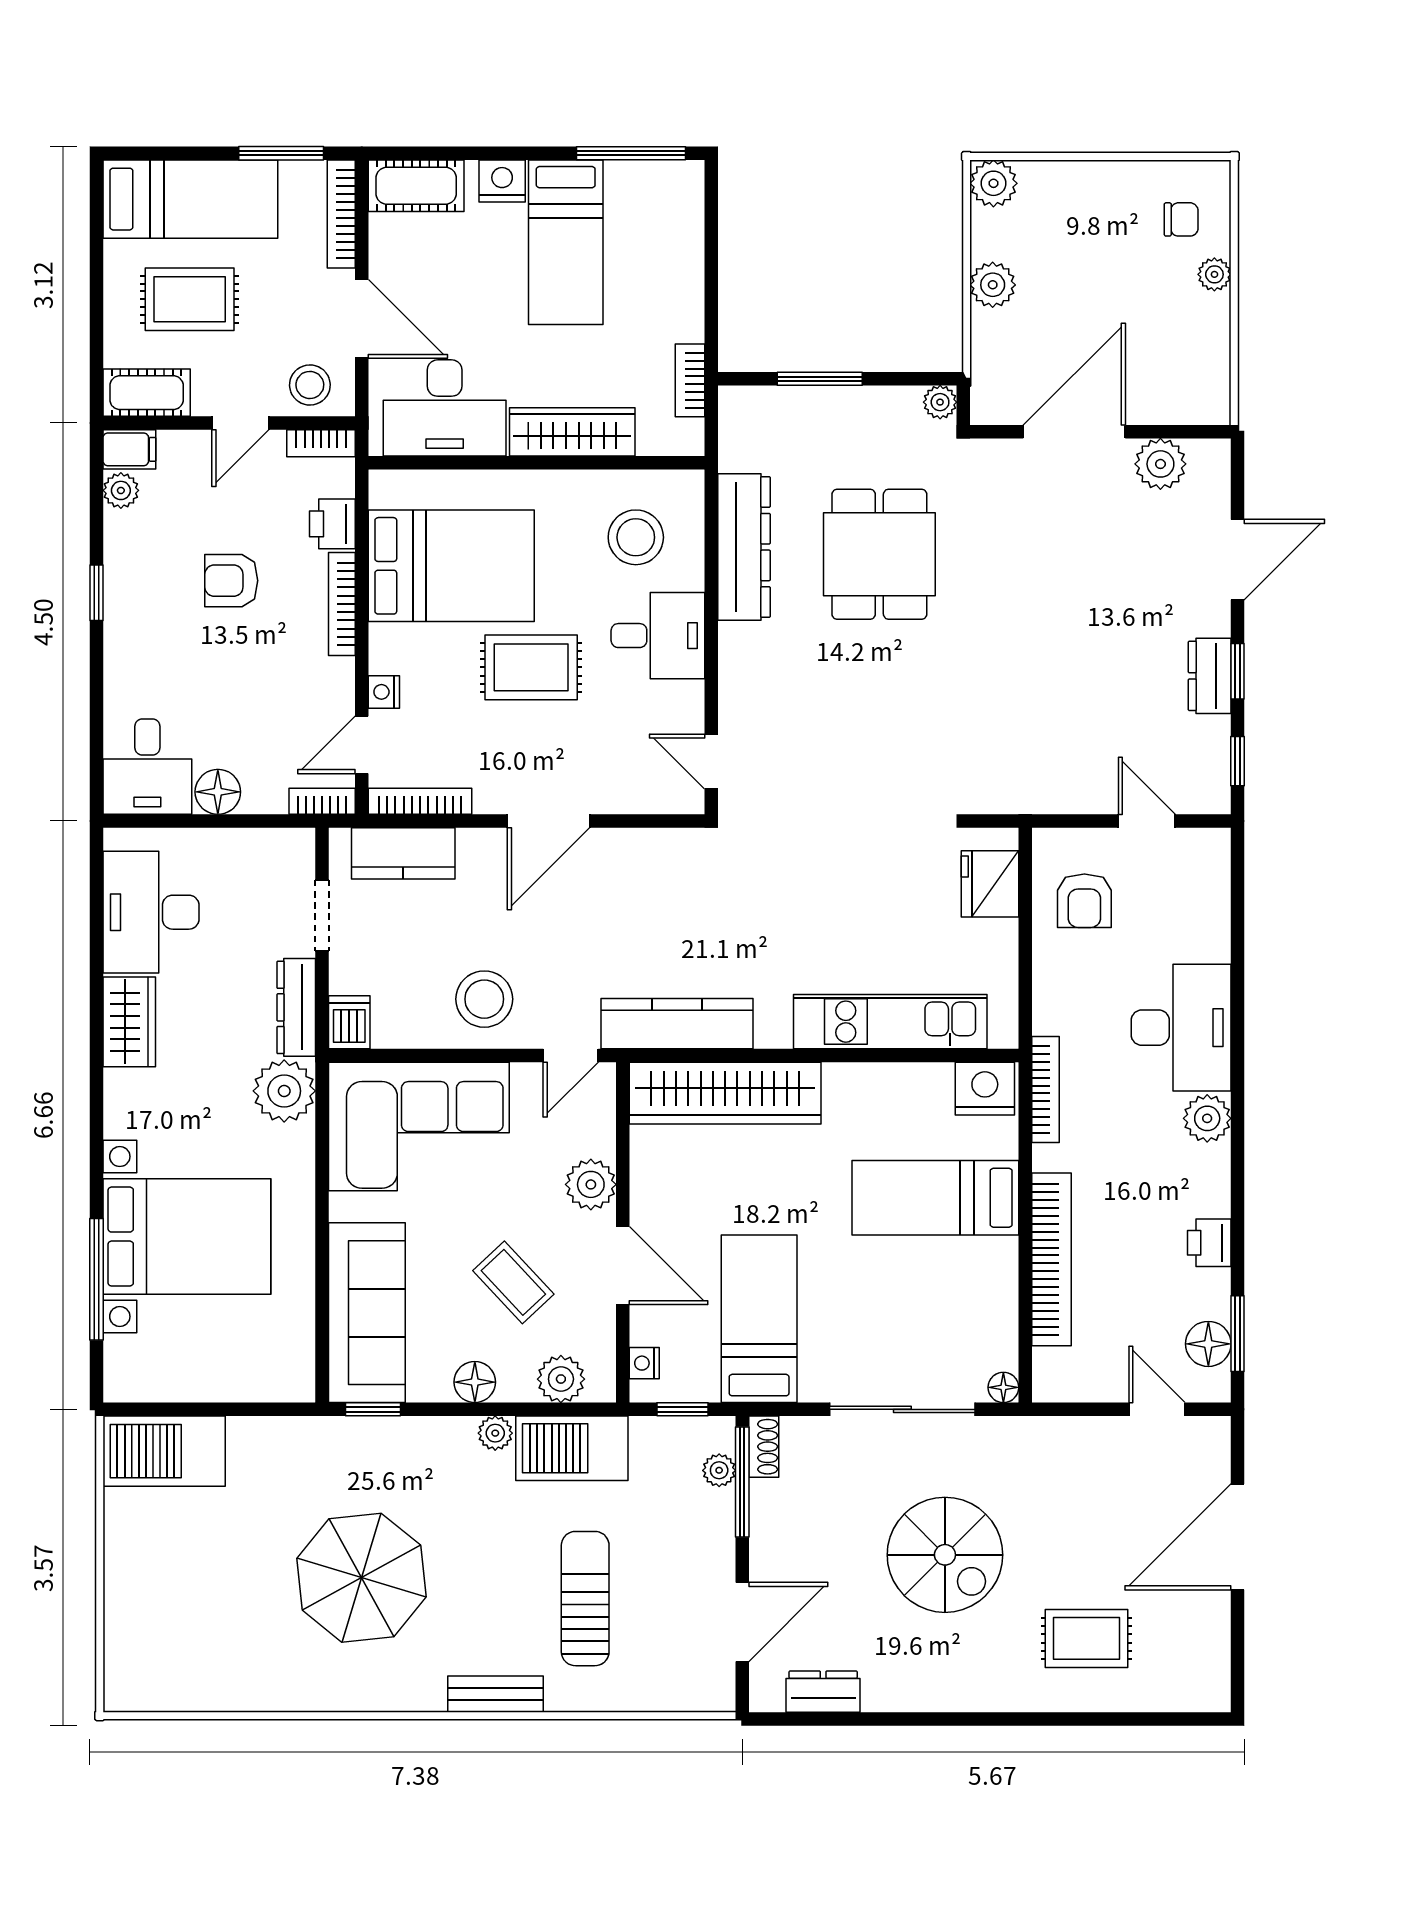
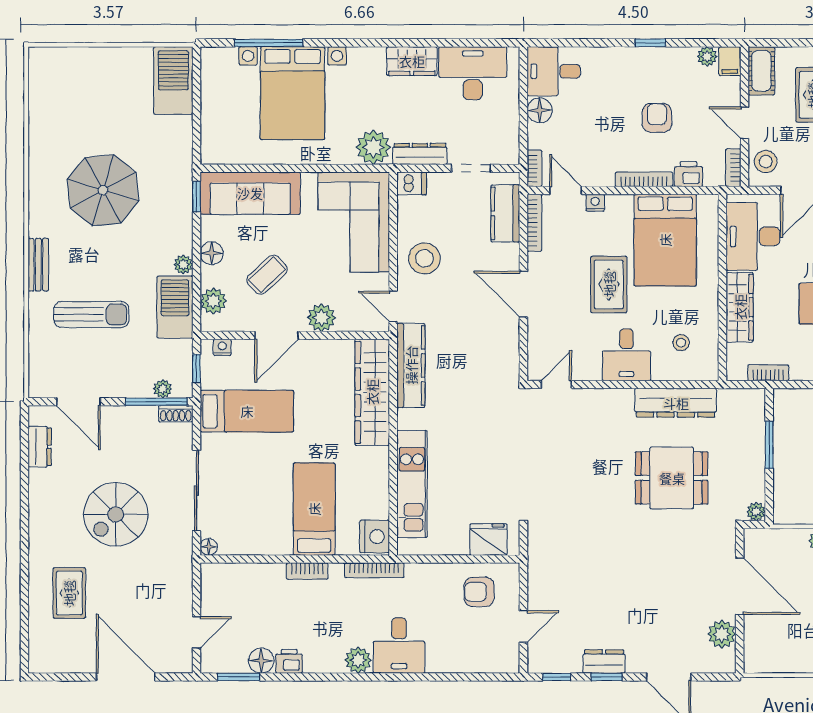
stool: (636, 537) -> (681, 343), width x0.53, depth x0.53
desk: (1181, 1028) -> (399, 646), width x0.73
bookcase: (1052, 1259) -> (307, 571), width x0.43, depth x0.76
floor lamp: (1208, 1344) -> (261, 661), moved

